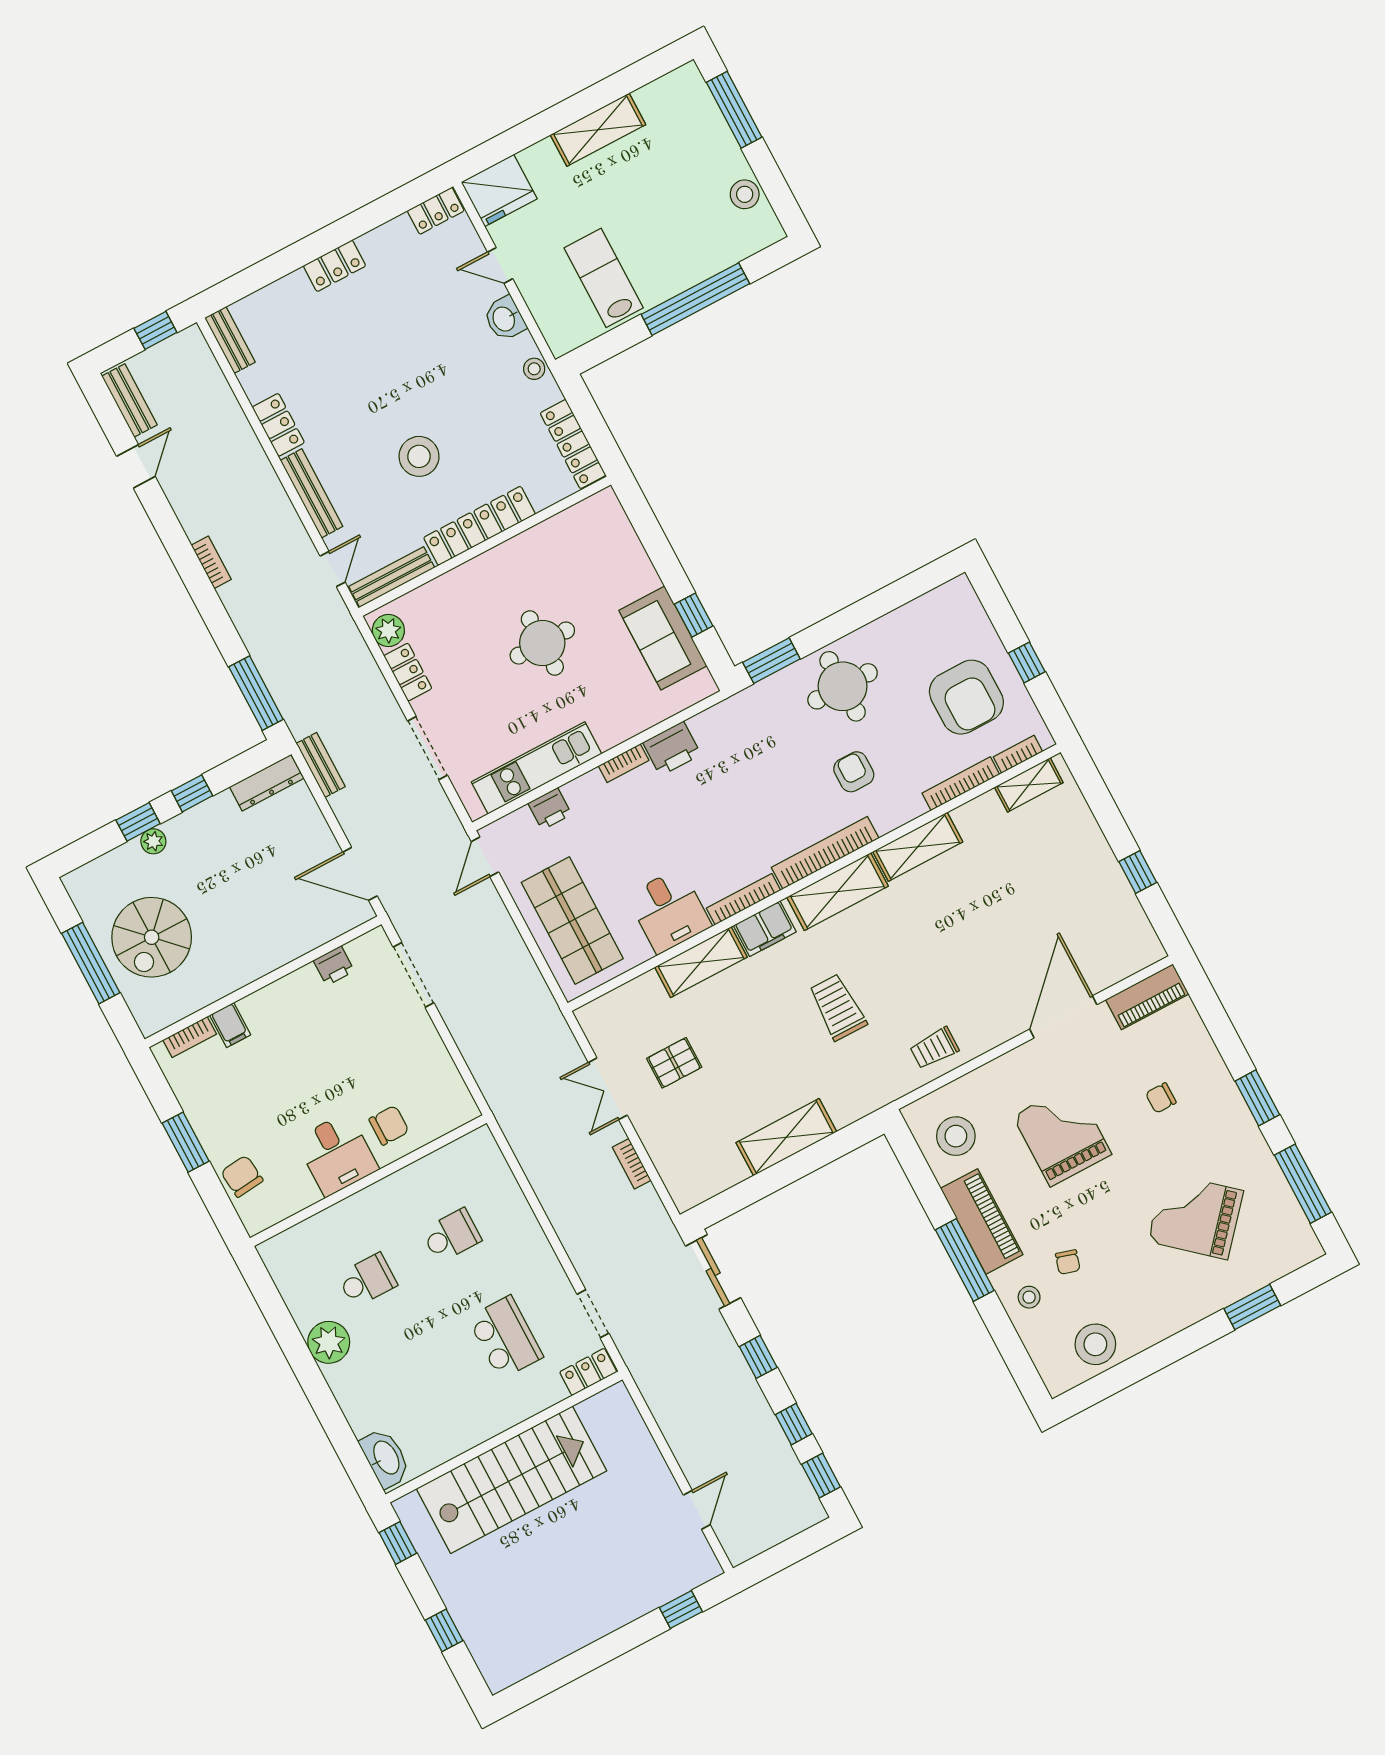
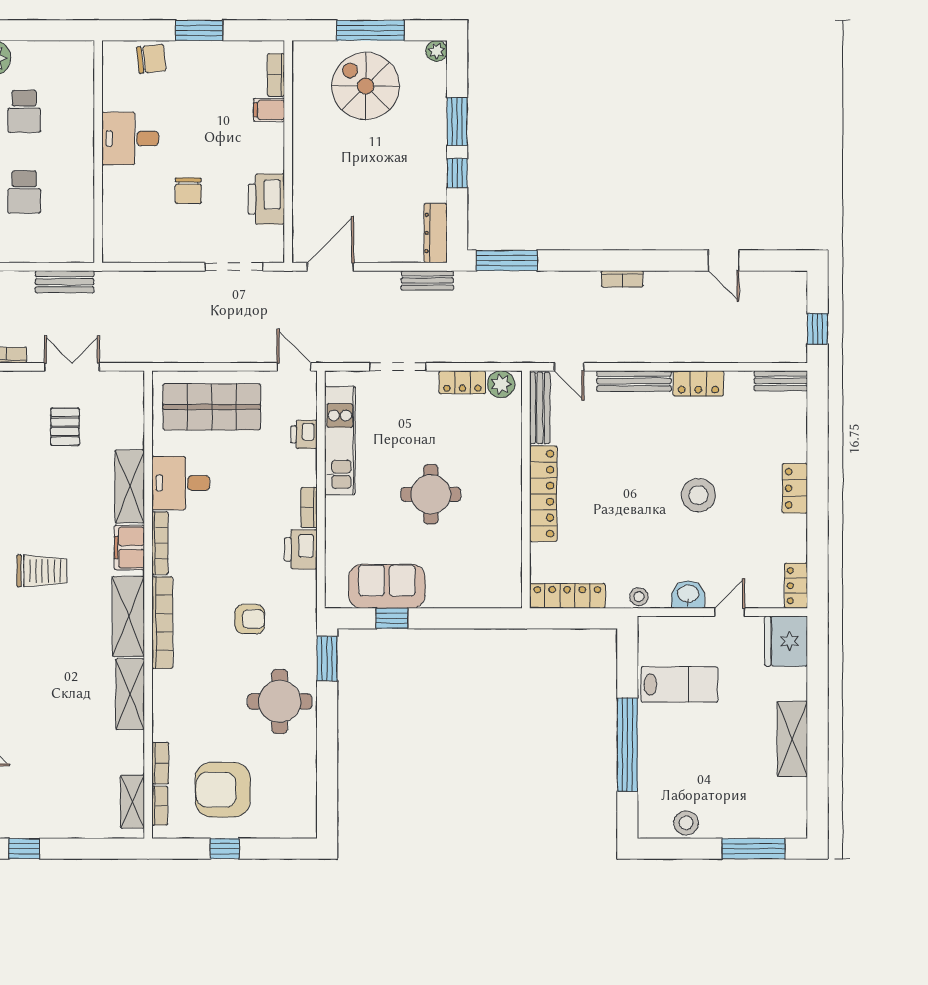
bench: (129, 400) -> (65, 282), moved
stool: (419, 456) -> (698, 495), moved
armchair: (854, 772) -> (250, 619), moved
bookcase: (961, 784) -> (160, 763), width x0.64
window: (138, 822) -> (457, 121), width x1.50
plant: (153, 841) -> (437, 51), moved
printer: (334, 966) -> (266, 199), width x1.87, depth x1.48
chair: (389, 1125) -> (188, 191), moved

